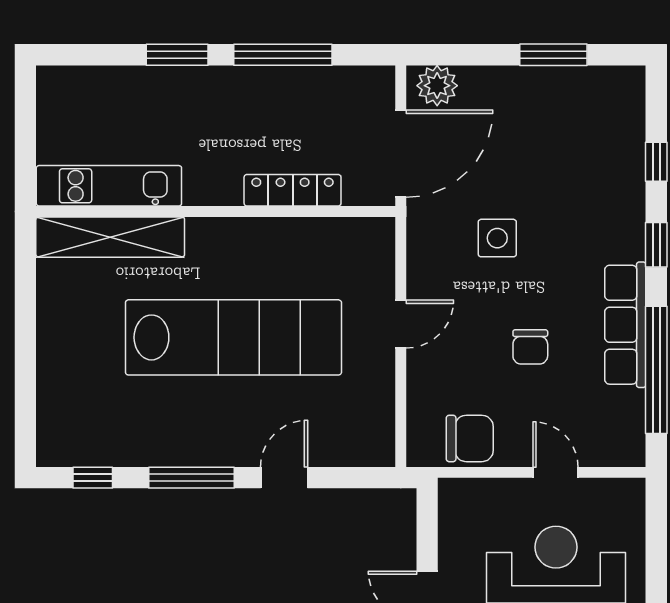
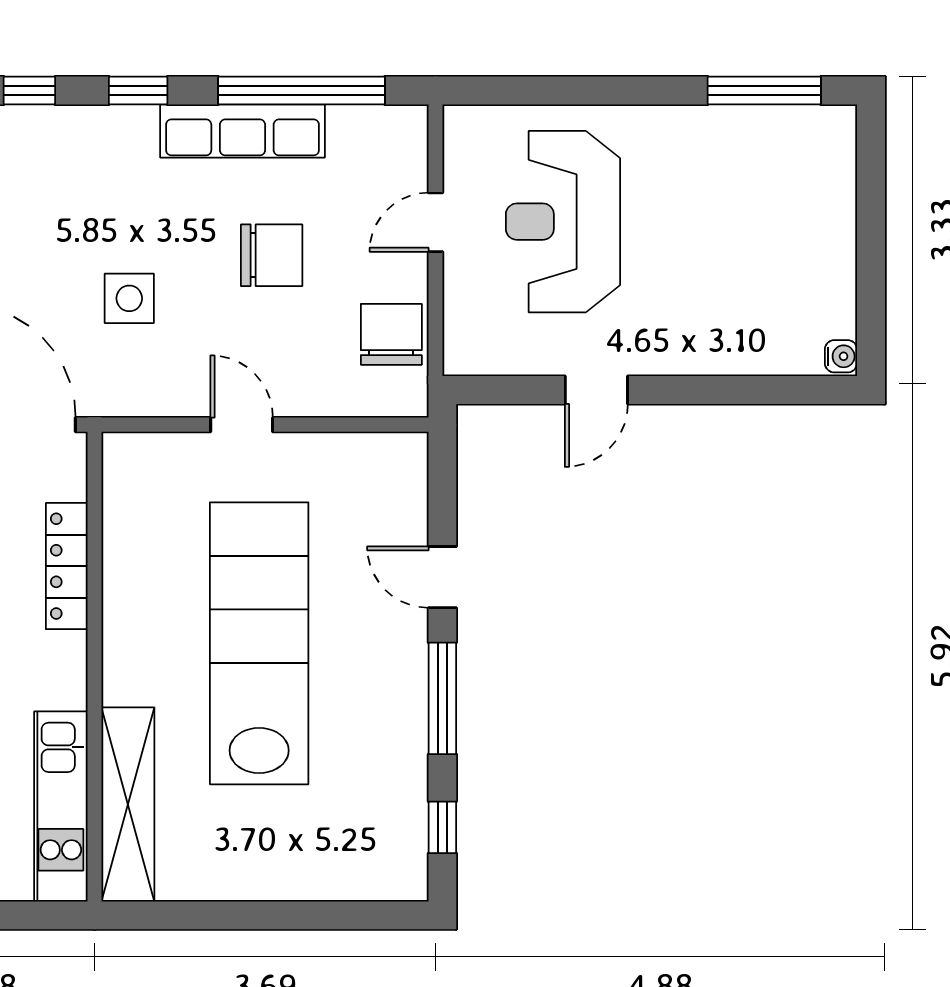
chair: (530, 347) -> (272, 255), width x1.37, depth x1.37

